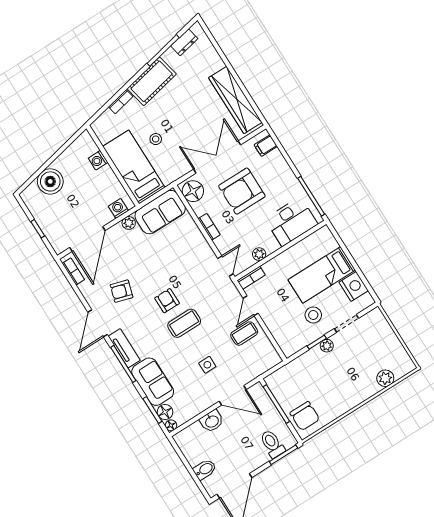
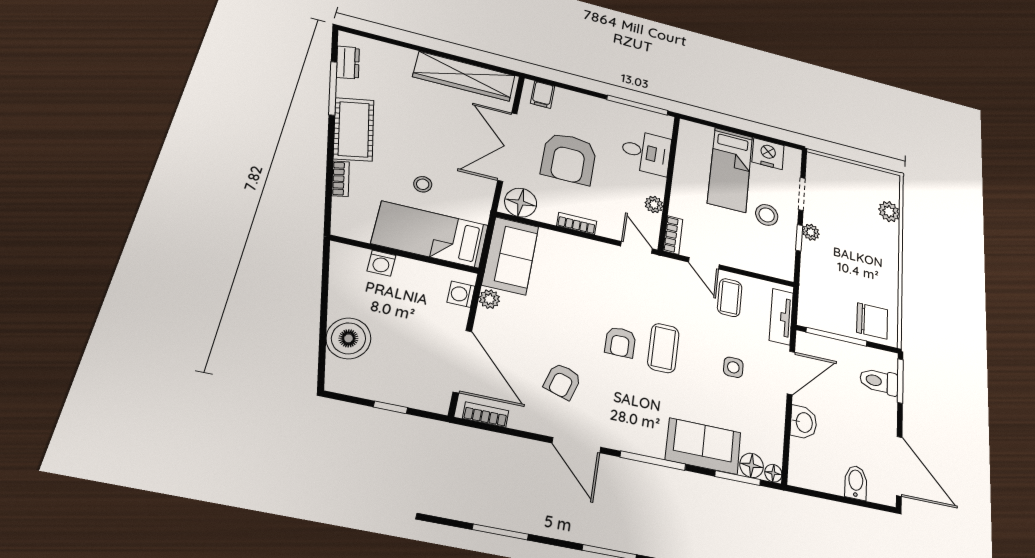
desk: (291, 222) -> (646, 152), width x0.73
armchair: (167, 301) -> (620, 342), turned -90
tv unit: (124, 348) -> (781, 317), moved, turned -90

